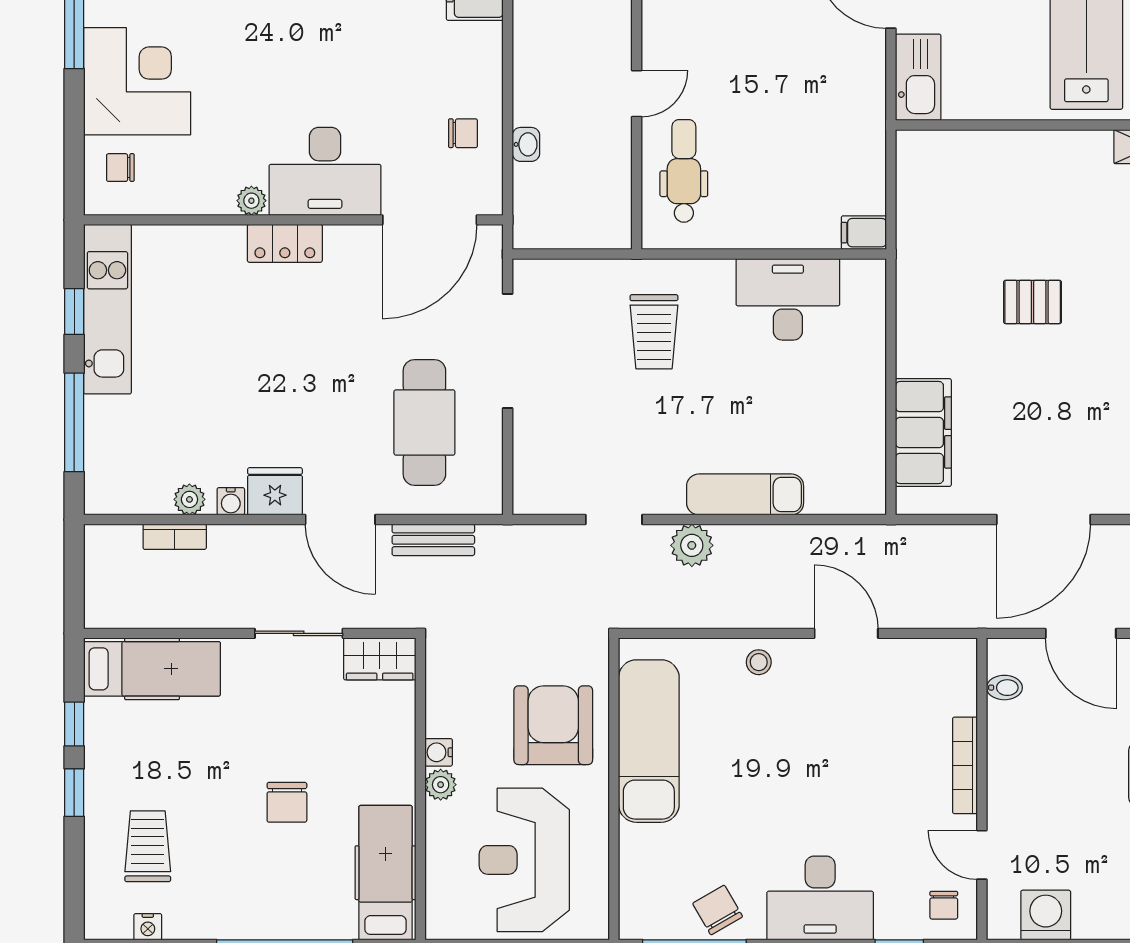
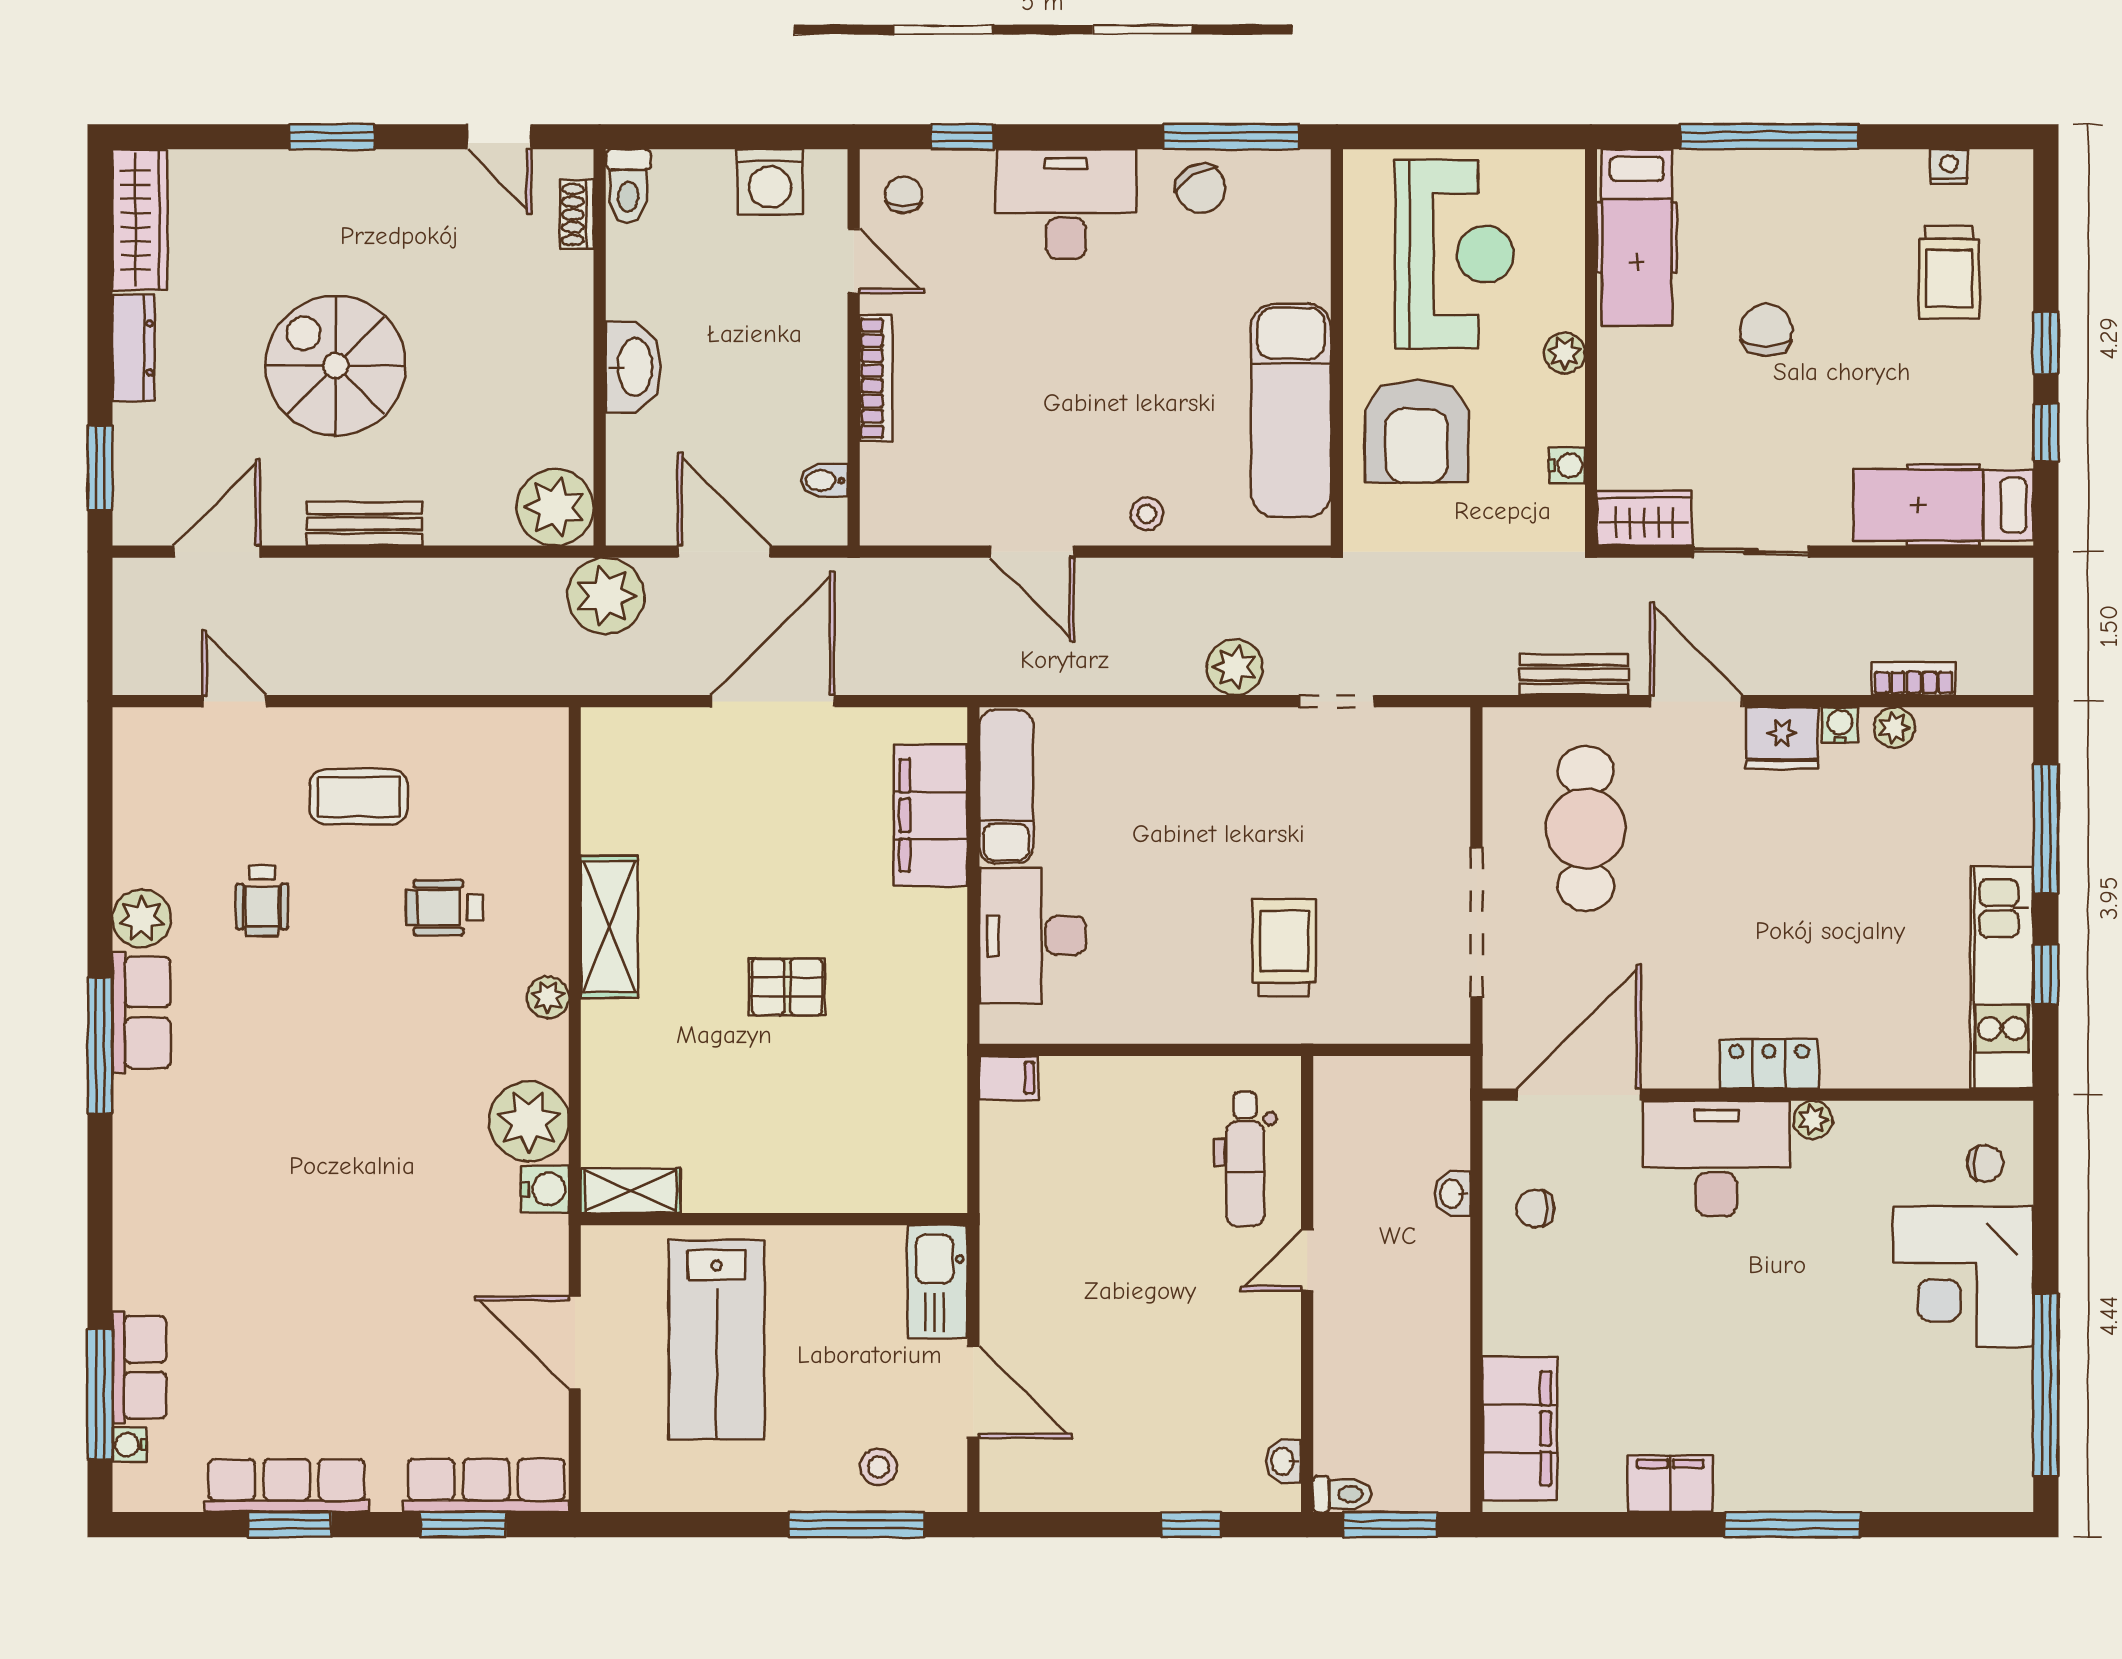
desk: (788, 299) -> (1033, 936), moved, turned 90
exam couch: (745, 494) -> (1006, 787), moved, turned -90
water cooler: (439, 752) -> (1567, 465), moved

